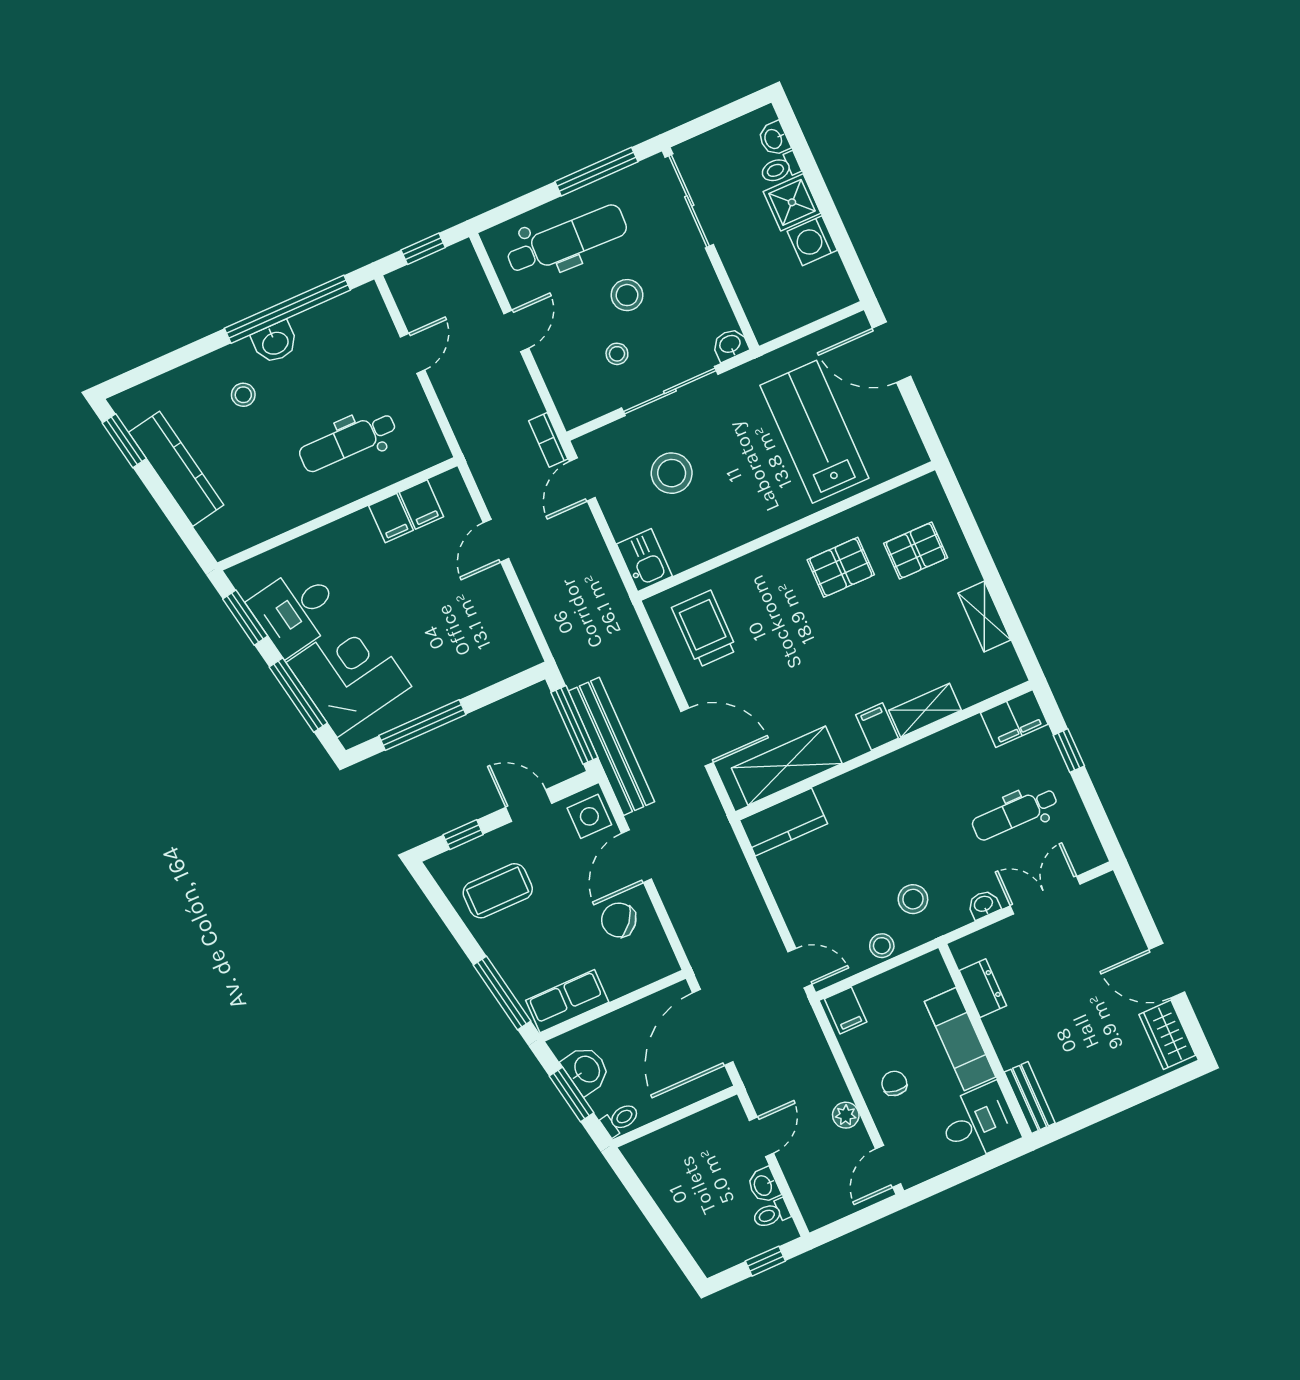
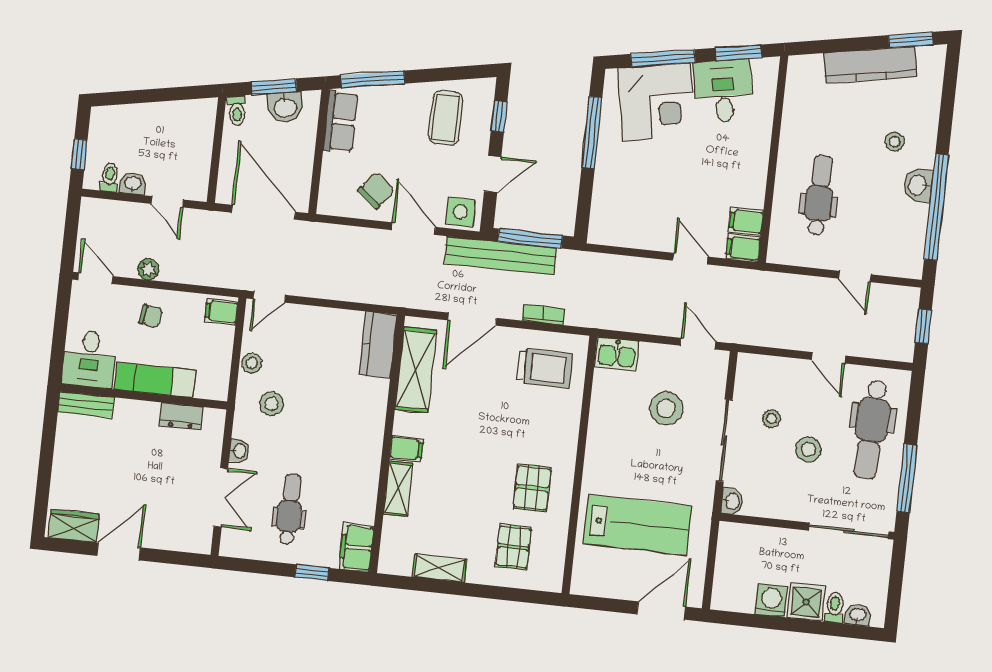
bookcase: (548, 440) -> (543, 315), moved
filing cabinet: (391, 518) -> (743, 248), moved

